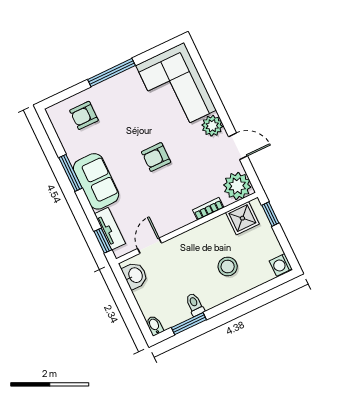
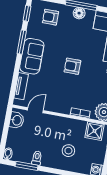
floor lamp: (116, 84) -> (79, 13), added
window: (103, 241) -> (27, 13), moved

